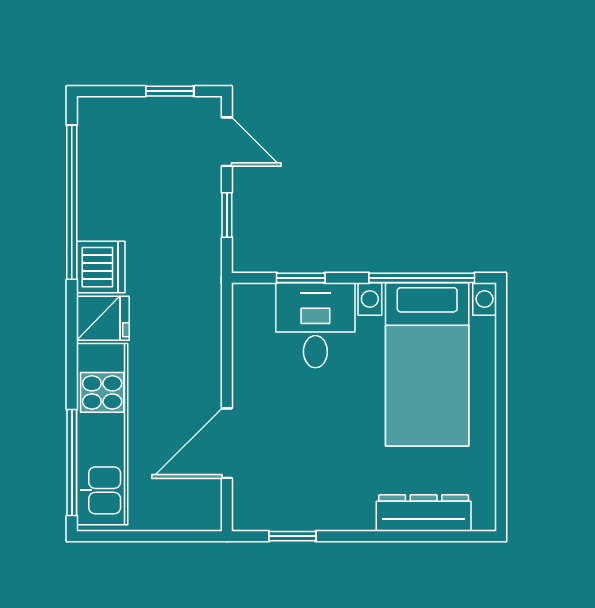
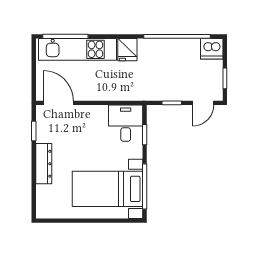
dishwasher: (101, 267) -> (212, 49), moved
desk: (315, 325) -> (126, 123), moved, turned -90
door: (227, 443) -> (58, 103), moved
dresser: (424, 513) -> (44, 164), moved

